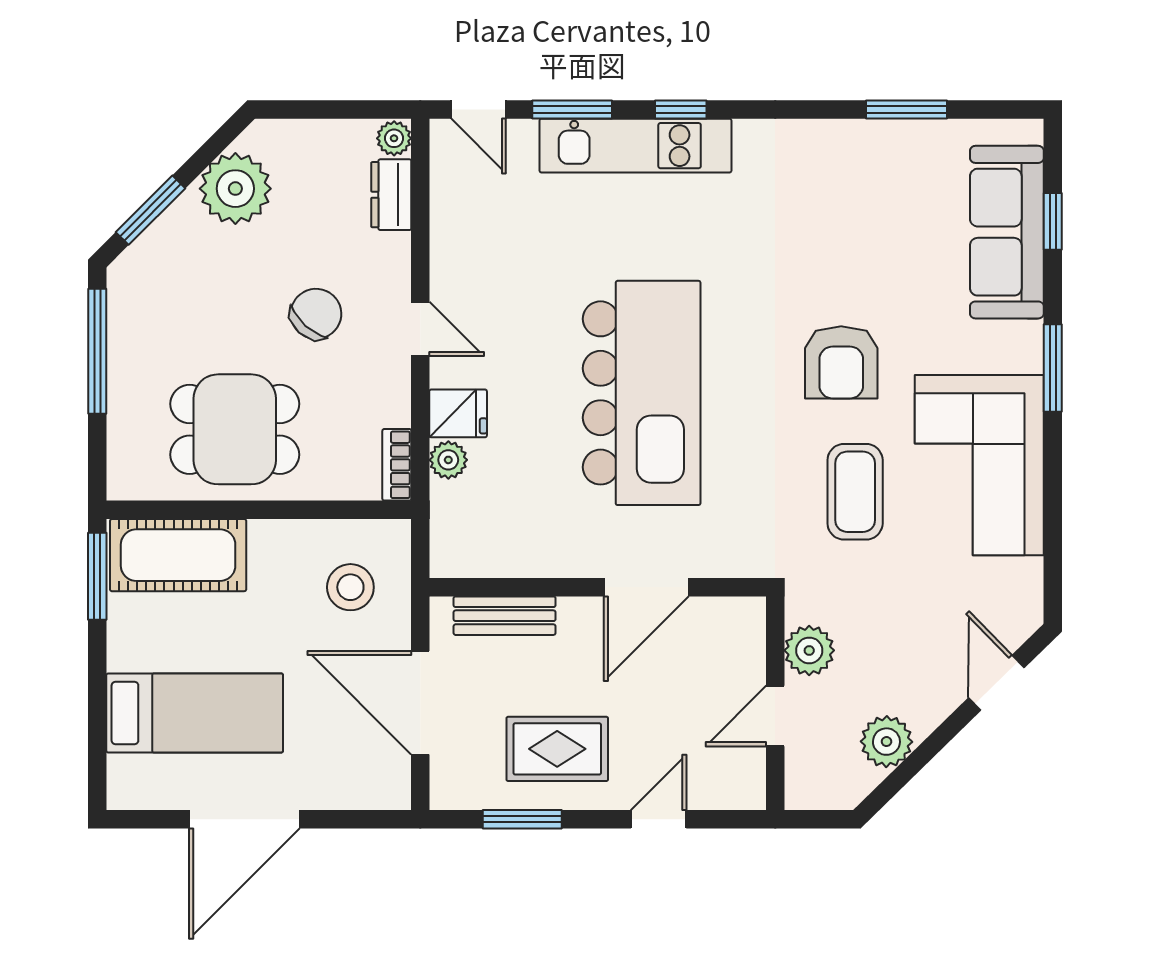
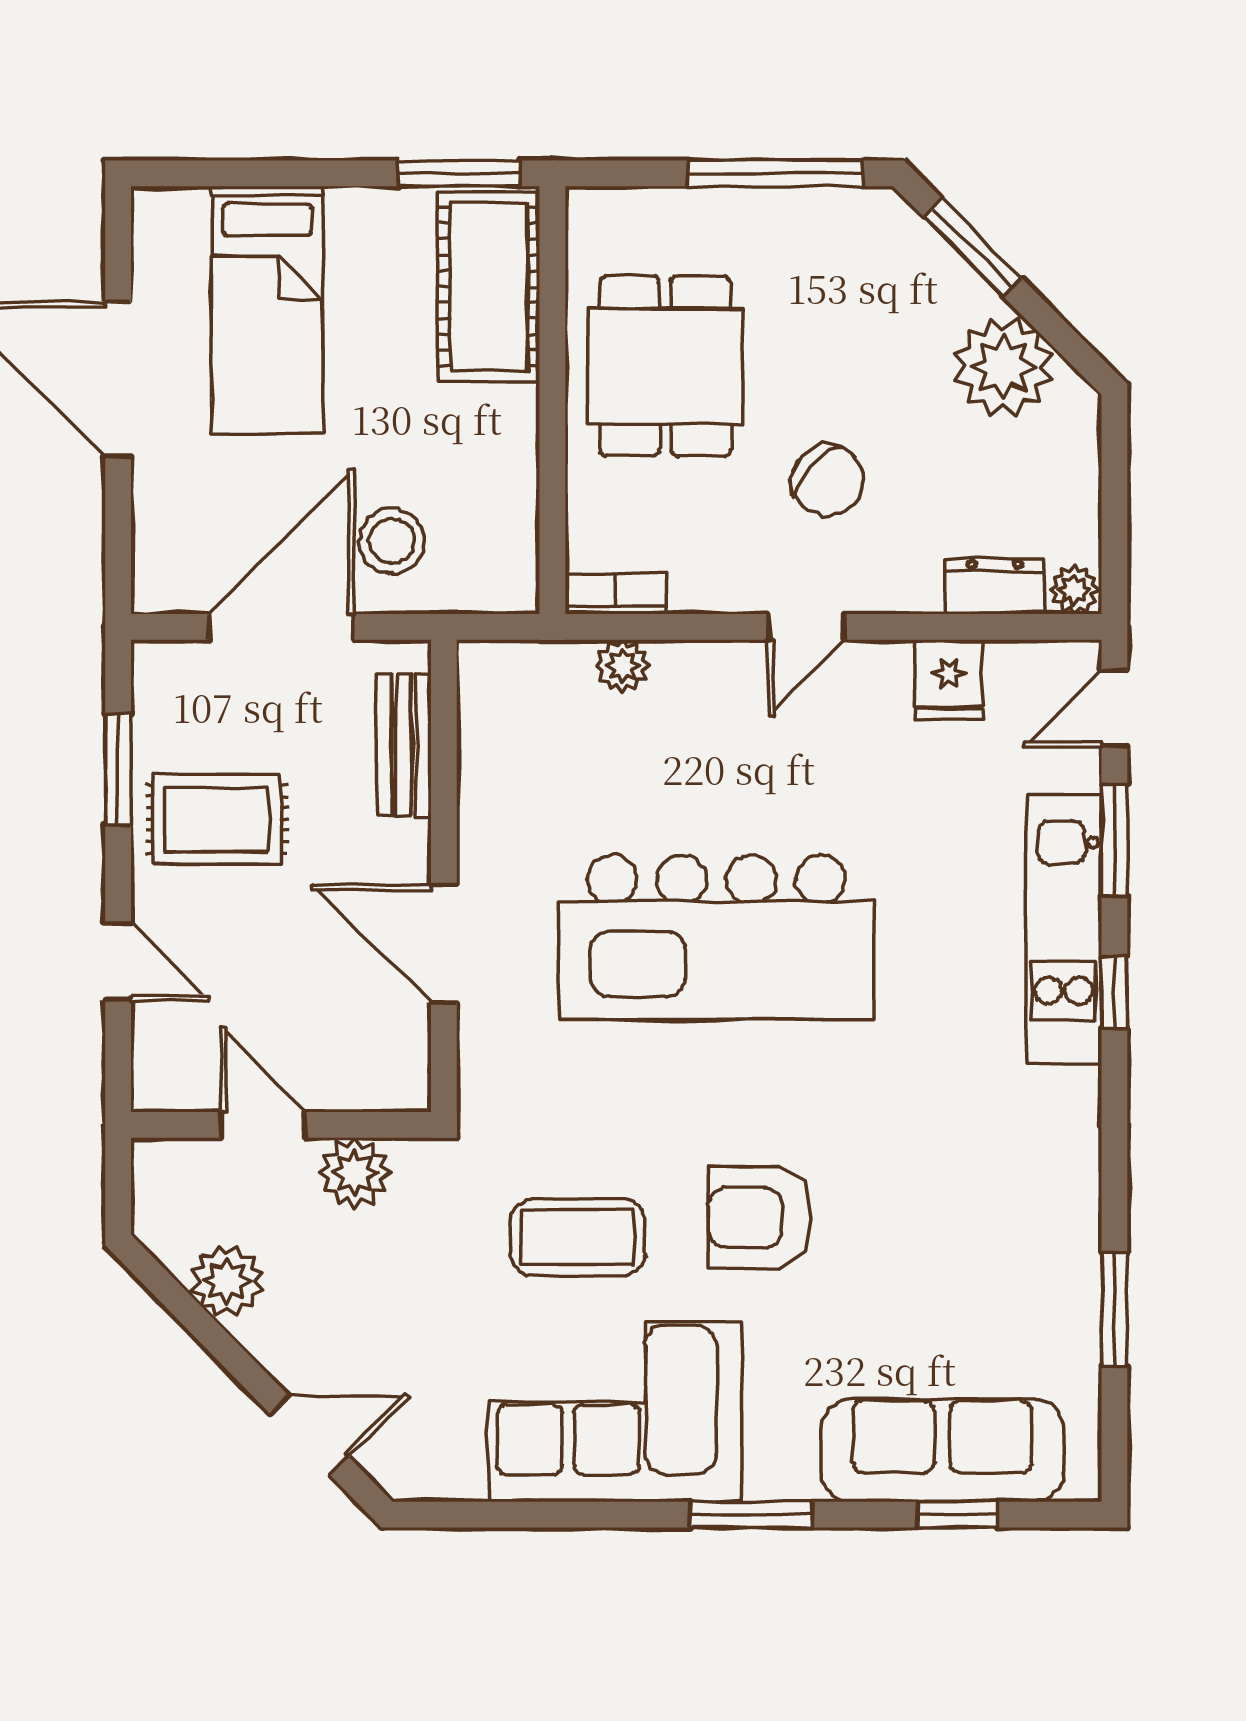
fridge: (458, 413) -> (949, 680), moved
stool: (350, 587) -> (392, 541), moved
rug: (557, 749) -> (217, 819), turned 90

